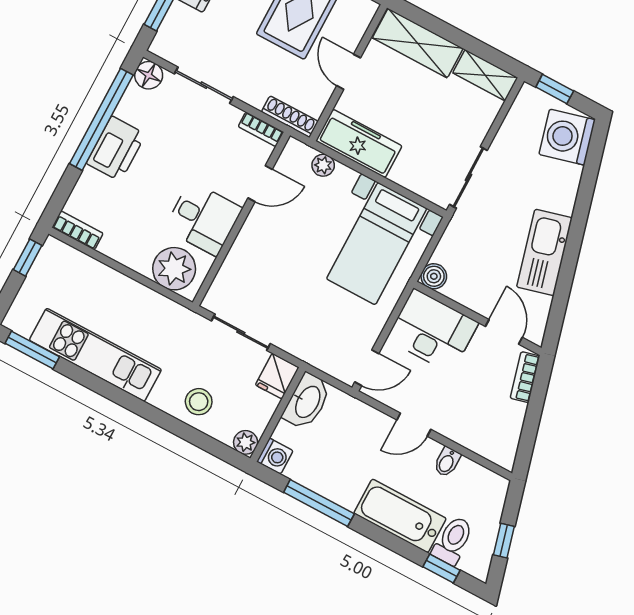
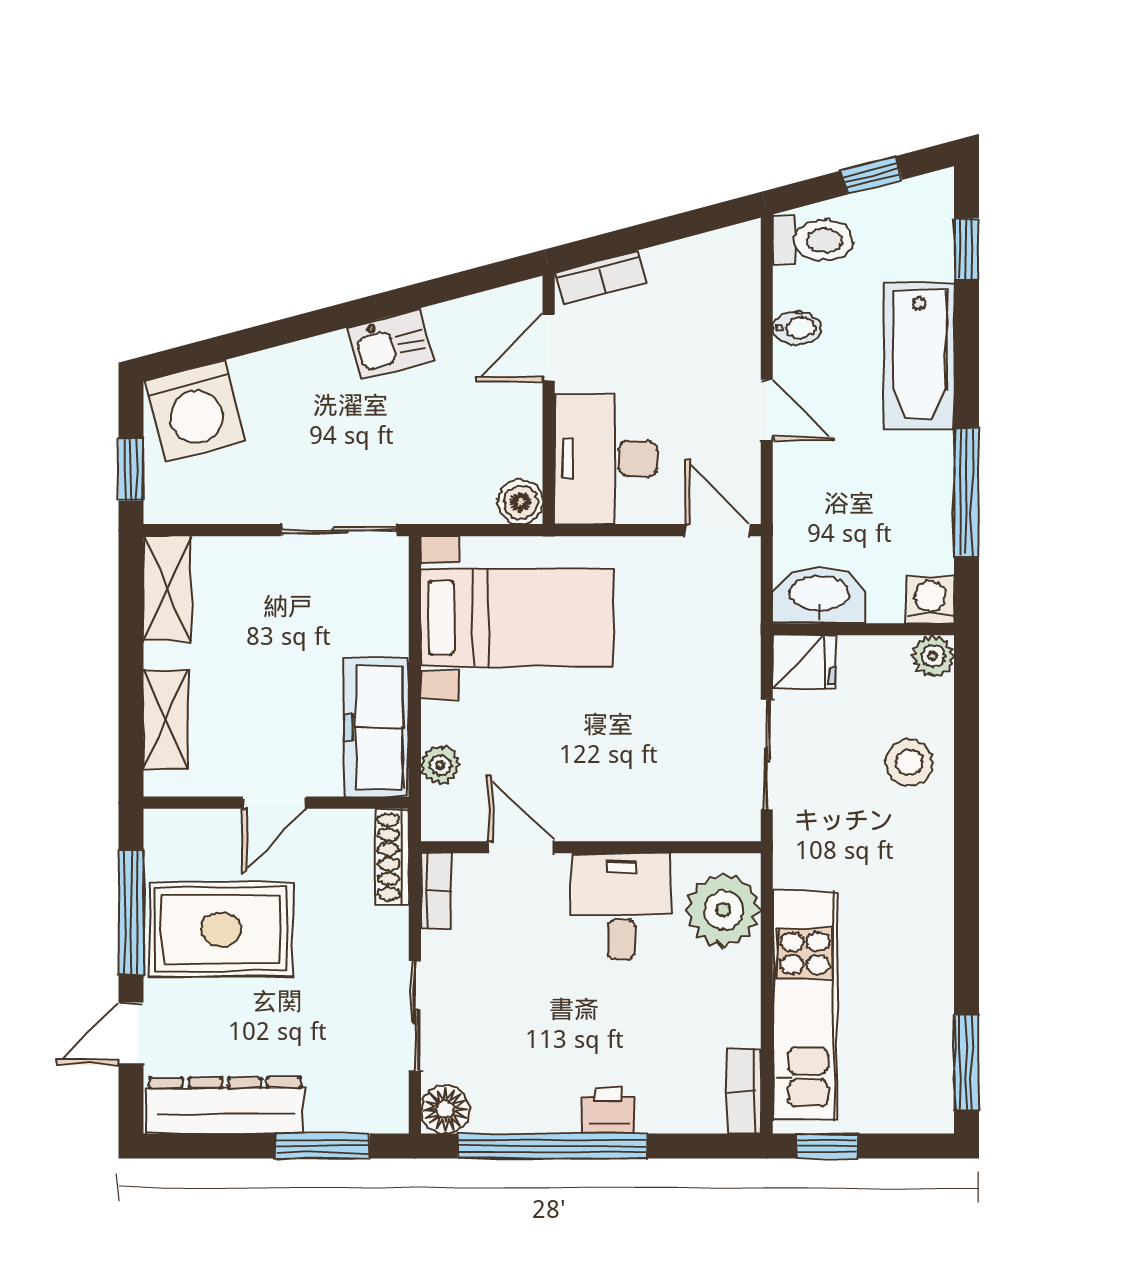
shelving: (418, 43) -> (166, 720), width x0.67, depth x0.75
printer: (116, 149) -> (608, 1110), width x0.53, depth x0.68
kitchen sink: (544, 252) -> (391, 344), width x0.53, depth x0.81
kitchen unit: (95, 355) -> (805, 1006), moved, turned 180
toilet: (453, 541) -> (813, 240), moved, turned 180

